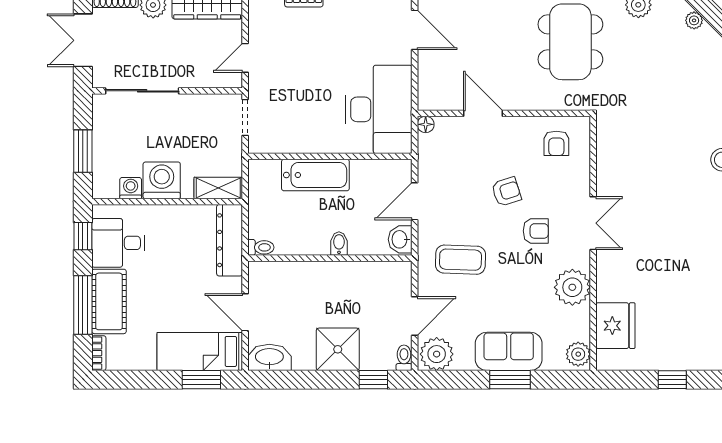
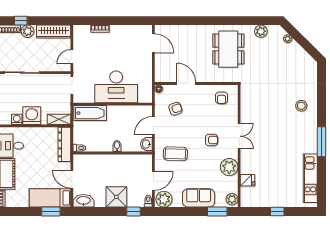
desk: (379, 109) -> (116, 87), moved, turned 90
bathtub: (315, 175) -> (90, 113), moved
armchair: (506, 192) -> (175, 109), moved
fridge: (615, 326) -> (248, 180), width x0.53, depth x0.75
window: (510, 380) -> (217, 211), moved

